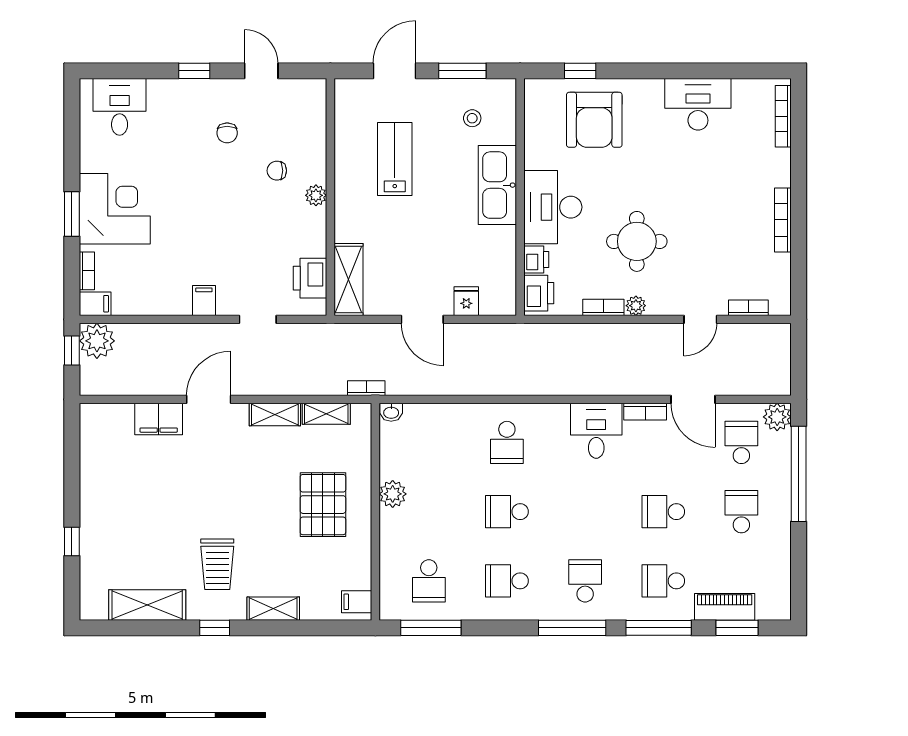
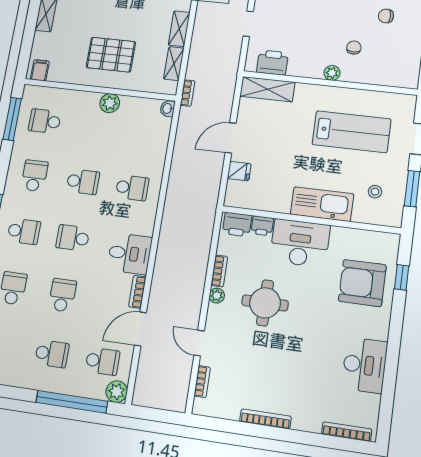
lab bench: (395, 159) -> (351, 132), width x1.36, depth x1.39
school desk: (507, 442) -> (132, 188), turned 180
school desk: (507, 512) -> (83, 182), turned 90
school desk: (585, 512) -> (73, 238), added

